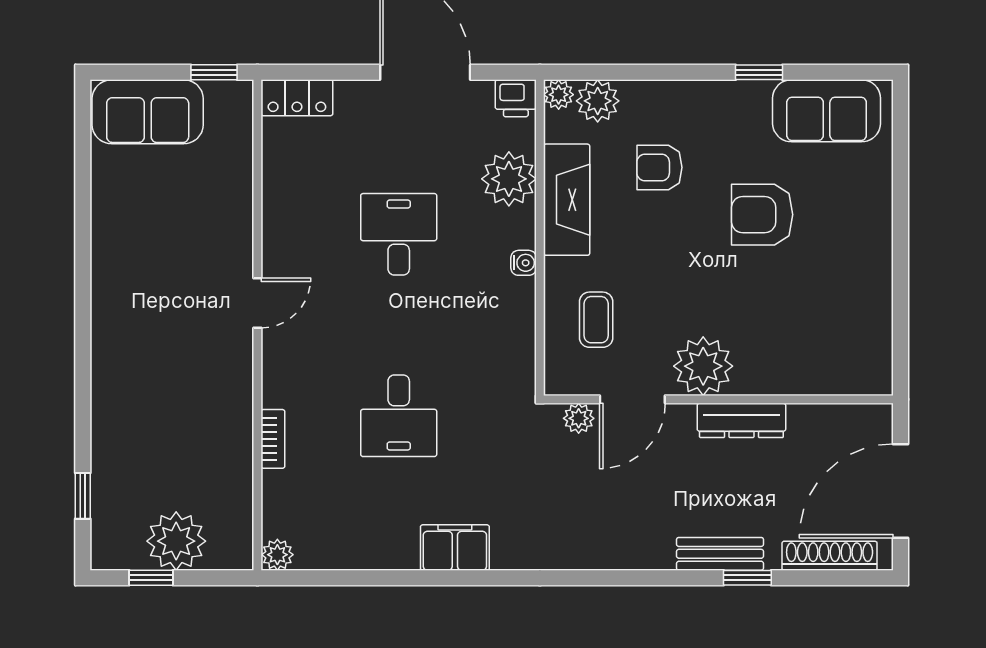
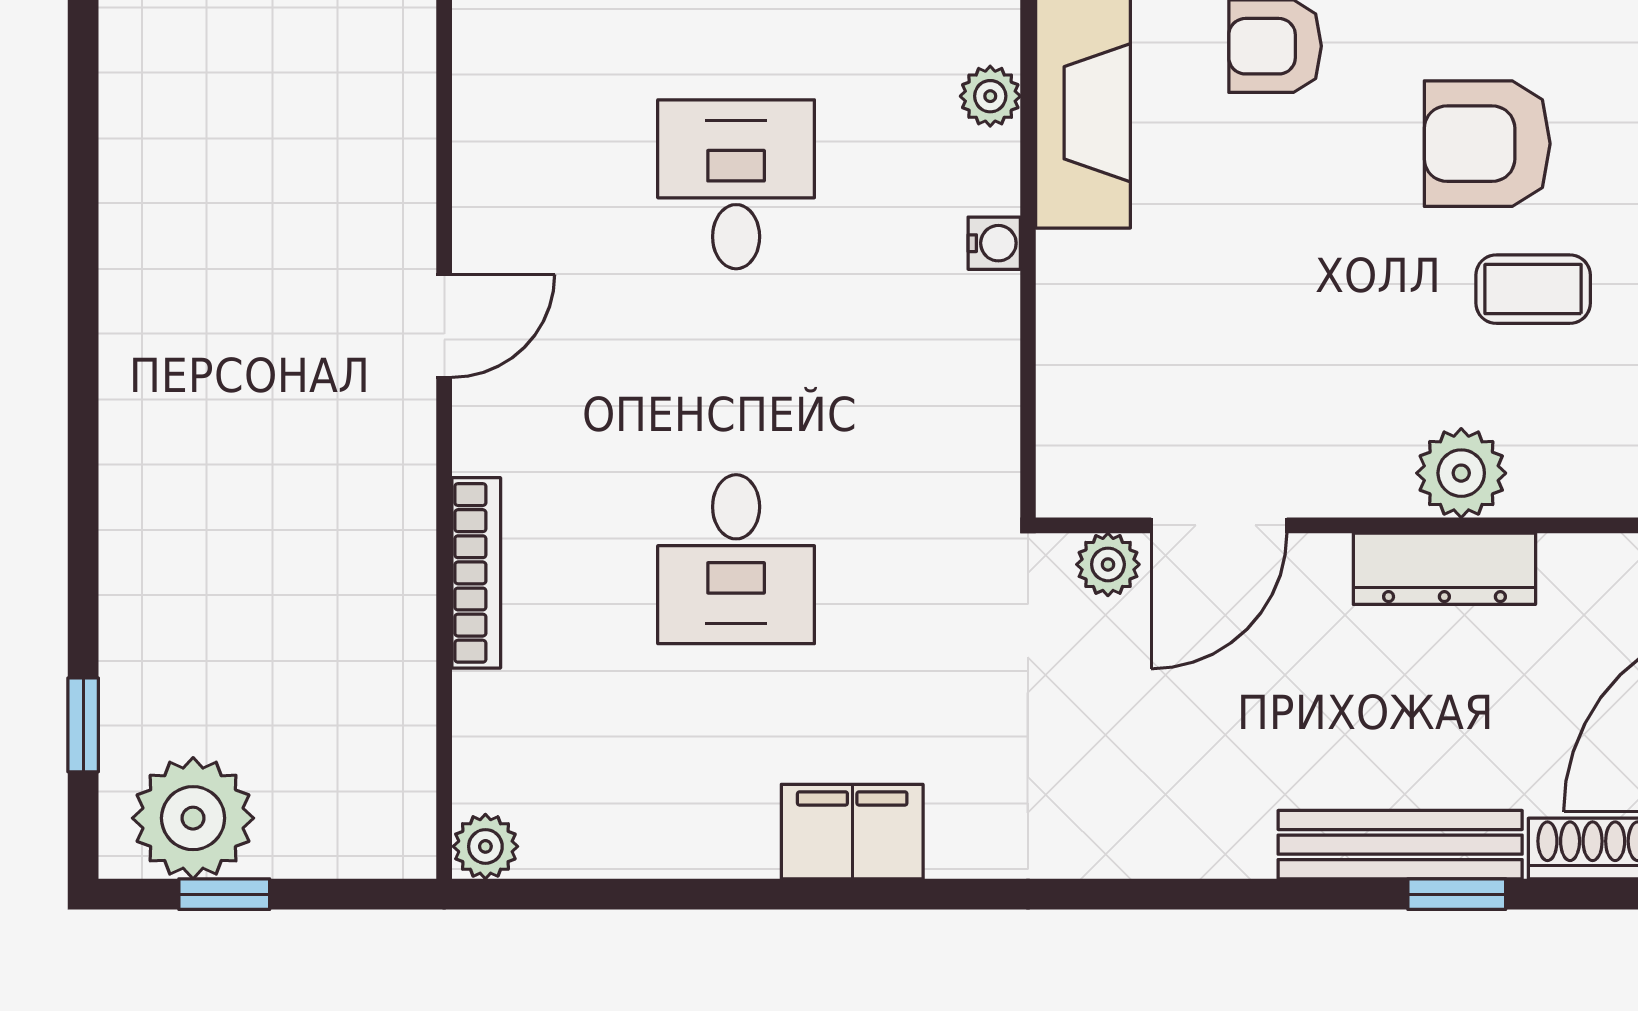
plant: (509, 179) -> (990, 96), width x0.53, depth x0.53
coffee table: (596, 320) -> (1533, 289), moved, turned 90
plant: (703, 366) -> (1461, 473), moved, width x0.73, depth x0.73
bookcase: (273, 439) -> (476, 573), width x1.56
plant: (176, 541) -> (193, 818), moved
bench: (720, 554) -> (1400, 845), width x1.36

